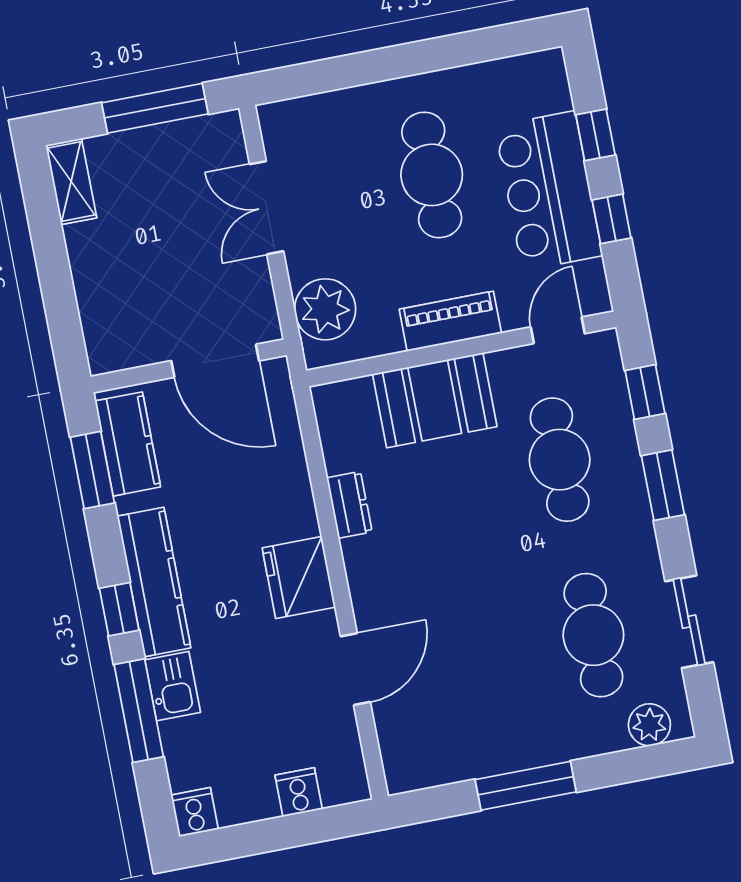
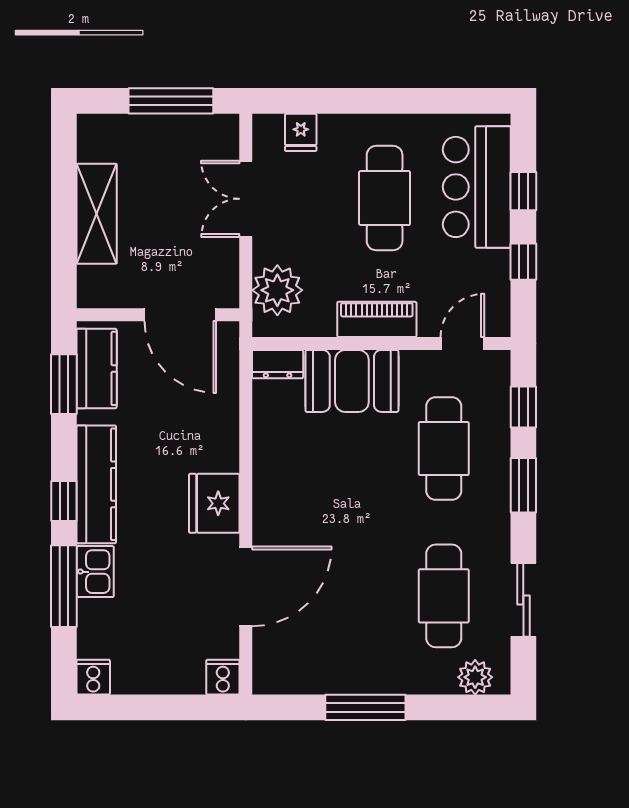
fridge: (317, 116) -> (301, 132), added
shelving: (71, 181) -> (97, 214), moved, width x1.50, depth x1.33
bar counter: (549, 191) -> (477, 187), moved
dresser: (349, 505) -> (278, 364), moved, turned 90
door: (355, 669) -> (246, 586), width x1.36
cooker: (299, 792) -> (223, 677), moved

